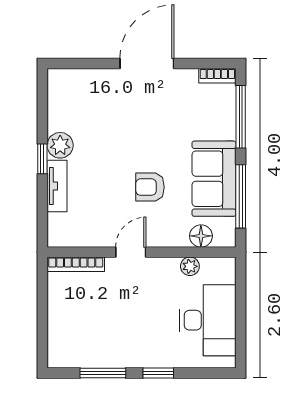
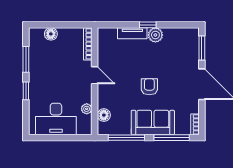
window: (83, 64) -> (202, 48), added
sofa: (214, 179) -> (153, 122), moved
armchair: (150, 187) -> (149, 87), moved
floor lamp: (58, 329) -> (51, 34), added

